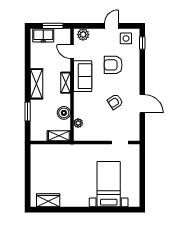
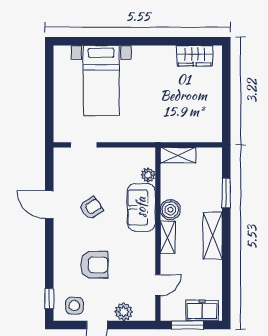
plant: (83, 35) -> (124, 312), moved
door: (72, 52) -> (158, 285), hinge flipped
sofa: (83, 76) -> (141, 207), moved
boiler: (64, 113) -> (170, 210), moved

